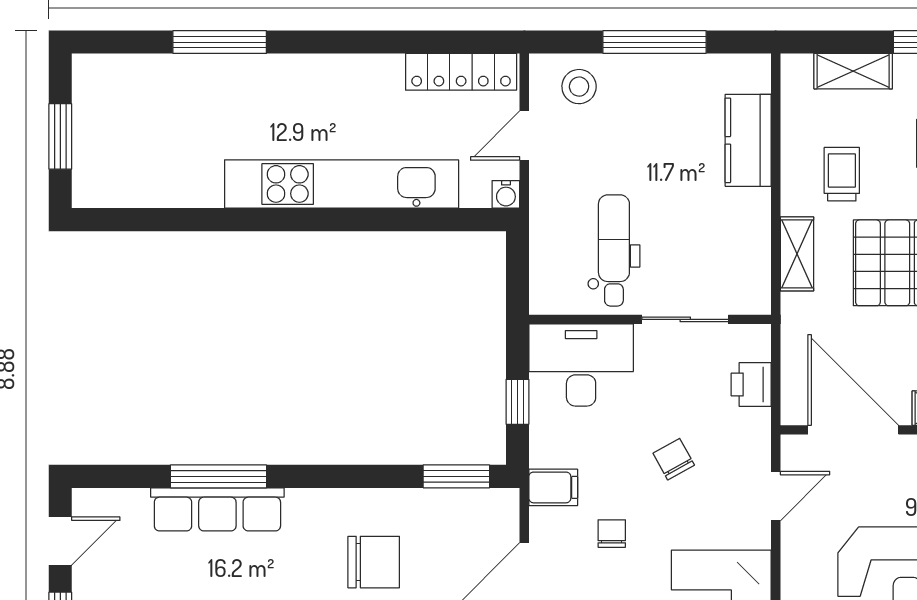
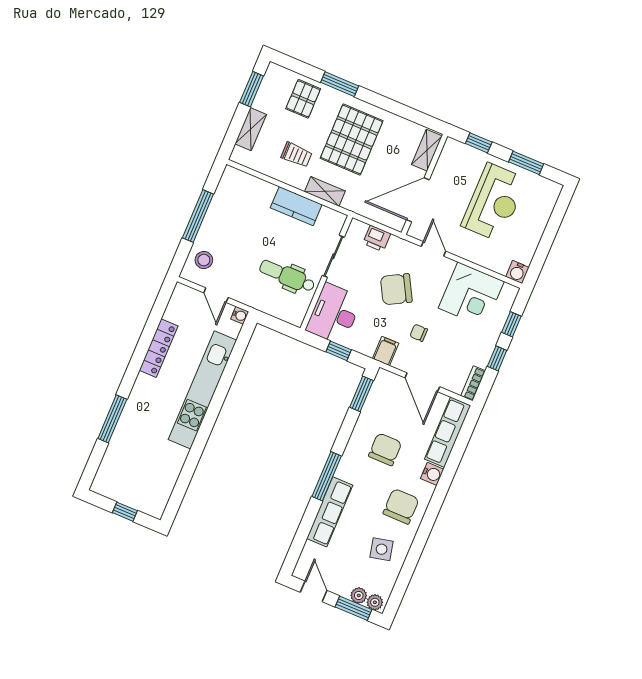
locker: (461, 72) -> (159, 348), moved
window: (60, 136) -> (125, 512), width x0.67
kitchen counter: (748, 140) -> (296, 206), moved
trolley: (842, 174) -> (296, 155), turned 180
chair: (674, 459) -> (396, 289), width x1.87, depth x1.87
window: (218, 476) -> (327, 476), moved

